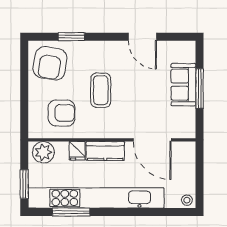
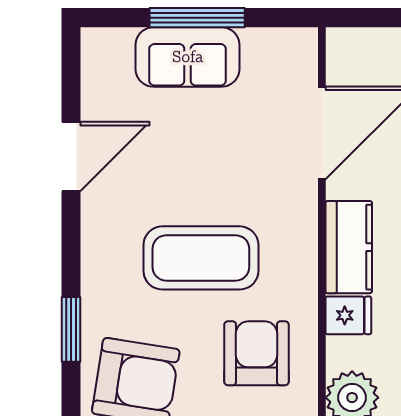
coffee table: (101, 90) -> (201, 258), width x1.36, depth x1.32

